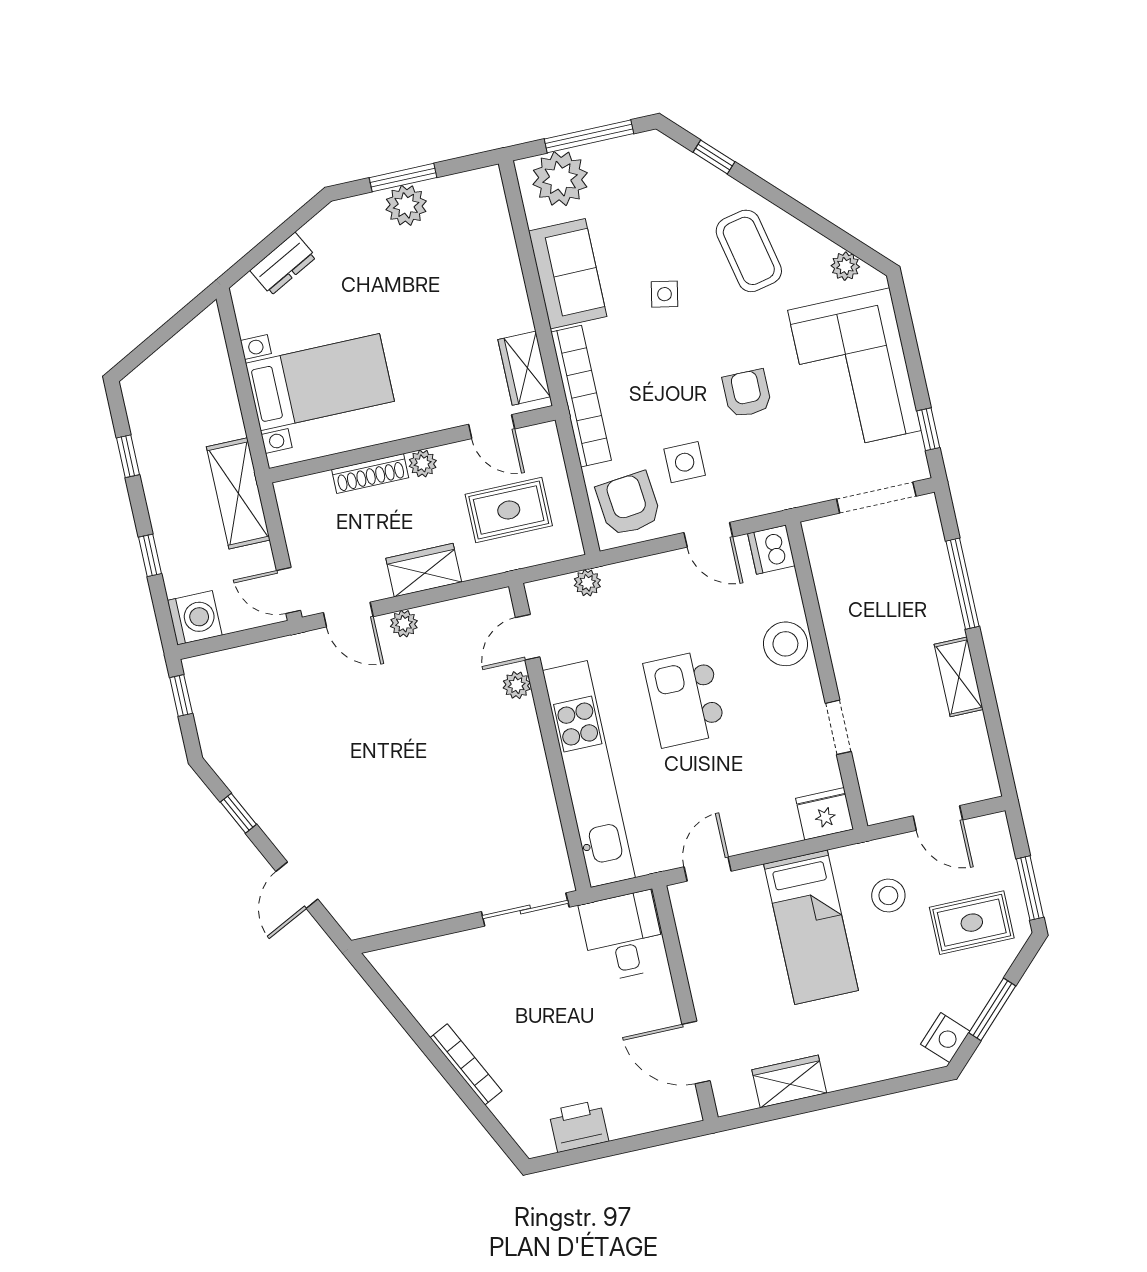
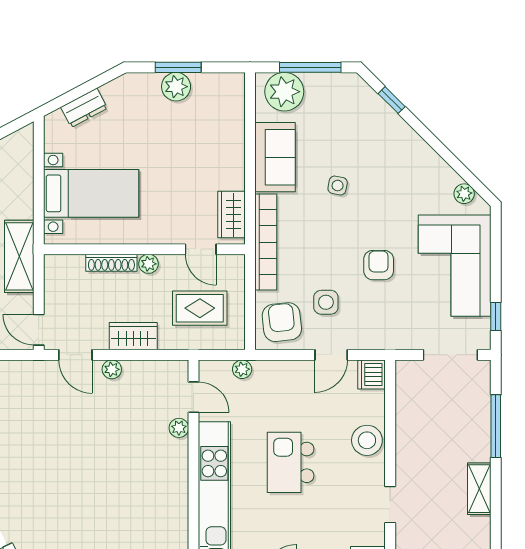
coffee table: (749, 251) -> (401, 169), removed
door: (708, 535) -> (331, 355), hinge flipped
door: (528, 637) -> (193, 397), swing flipped

